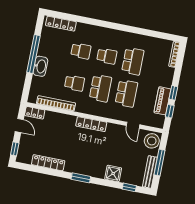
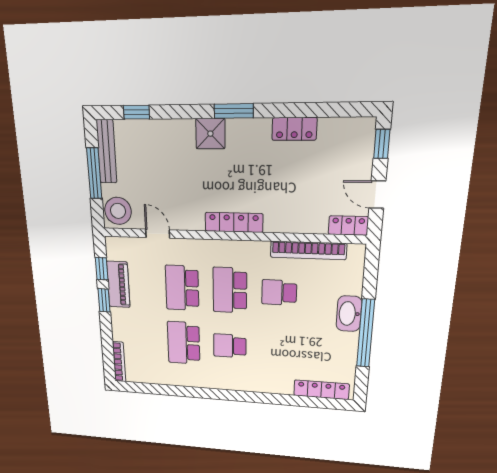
school desk: (81, 51) -> (277, 349), removed
locker: (48, 163) -> (294, 129), width x0.66
shower: (113, 174) -> (210, 134), moved

